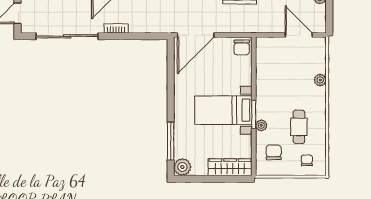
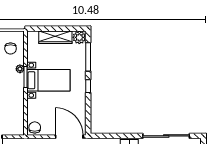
door: (196, 35) -> (69, 137), hinge flipped
window: (171, 102) -> (88, 86), added
wardrobe: (230, 167) -> (55, 37), moved

